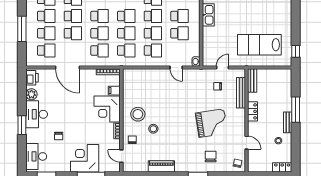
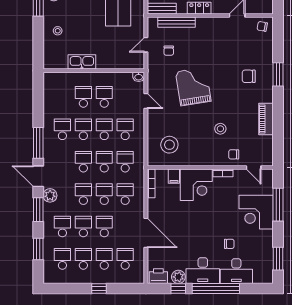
window: (22, 29) -> (99, 289), width x0.46
door: (68, 68) -> (146, 233), hinge flipped
door: (176, 68) -> (146, 101), hinge flipped
door: (222, 68) -> (146, 45), hinge flipped
window: (22, 94) -> (178, 289), added
stool: (138, 114) -> (169, 145), moved
grand piano: (212, 123) -> (193, 86), moved
window: (22, 125) -> (216, 289), width x2.11
desk: (36, 156) -> (236, 271), moved
door: (121, 156) -> (254, 167), hinge flipped
chair: (211, 156) -> (249, 76), moved

